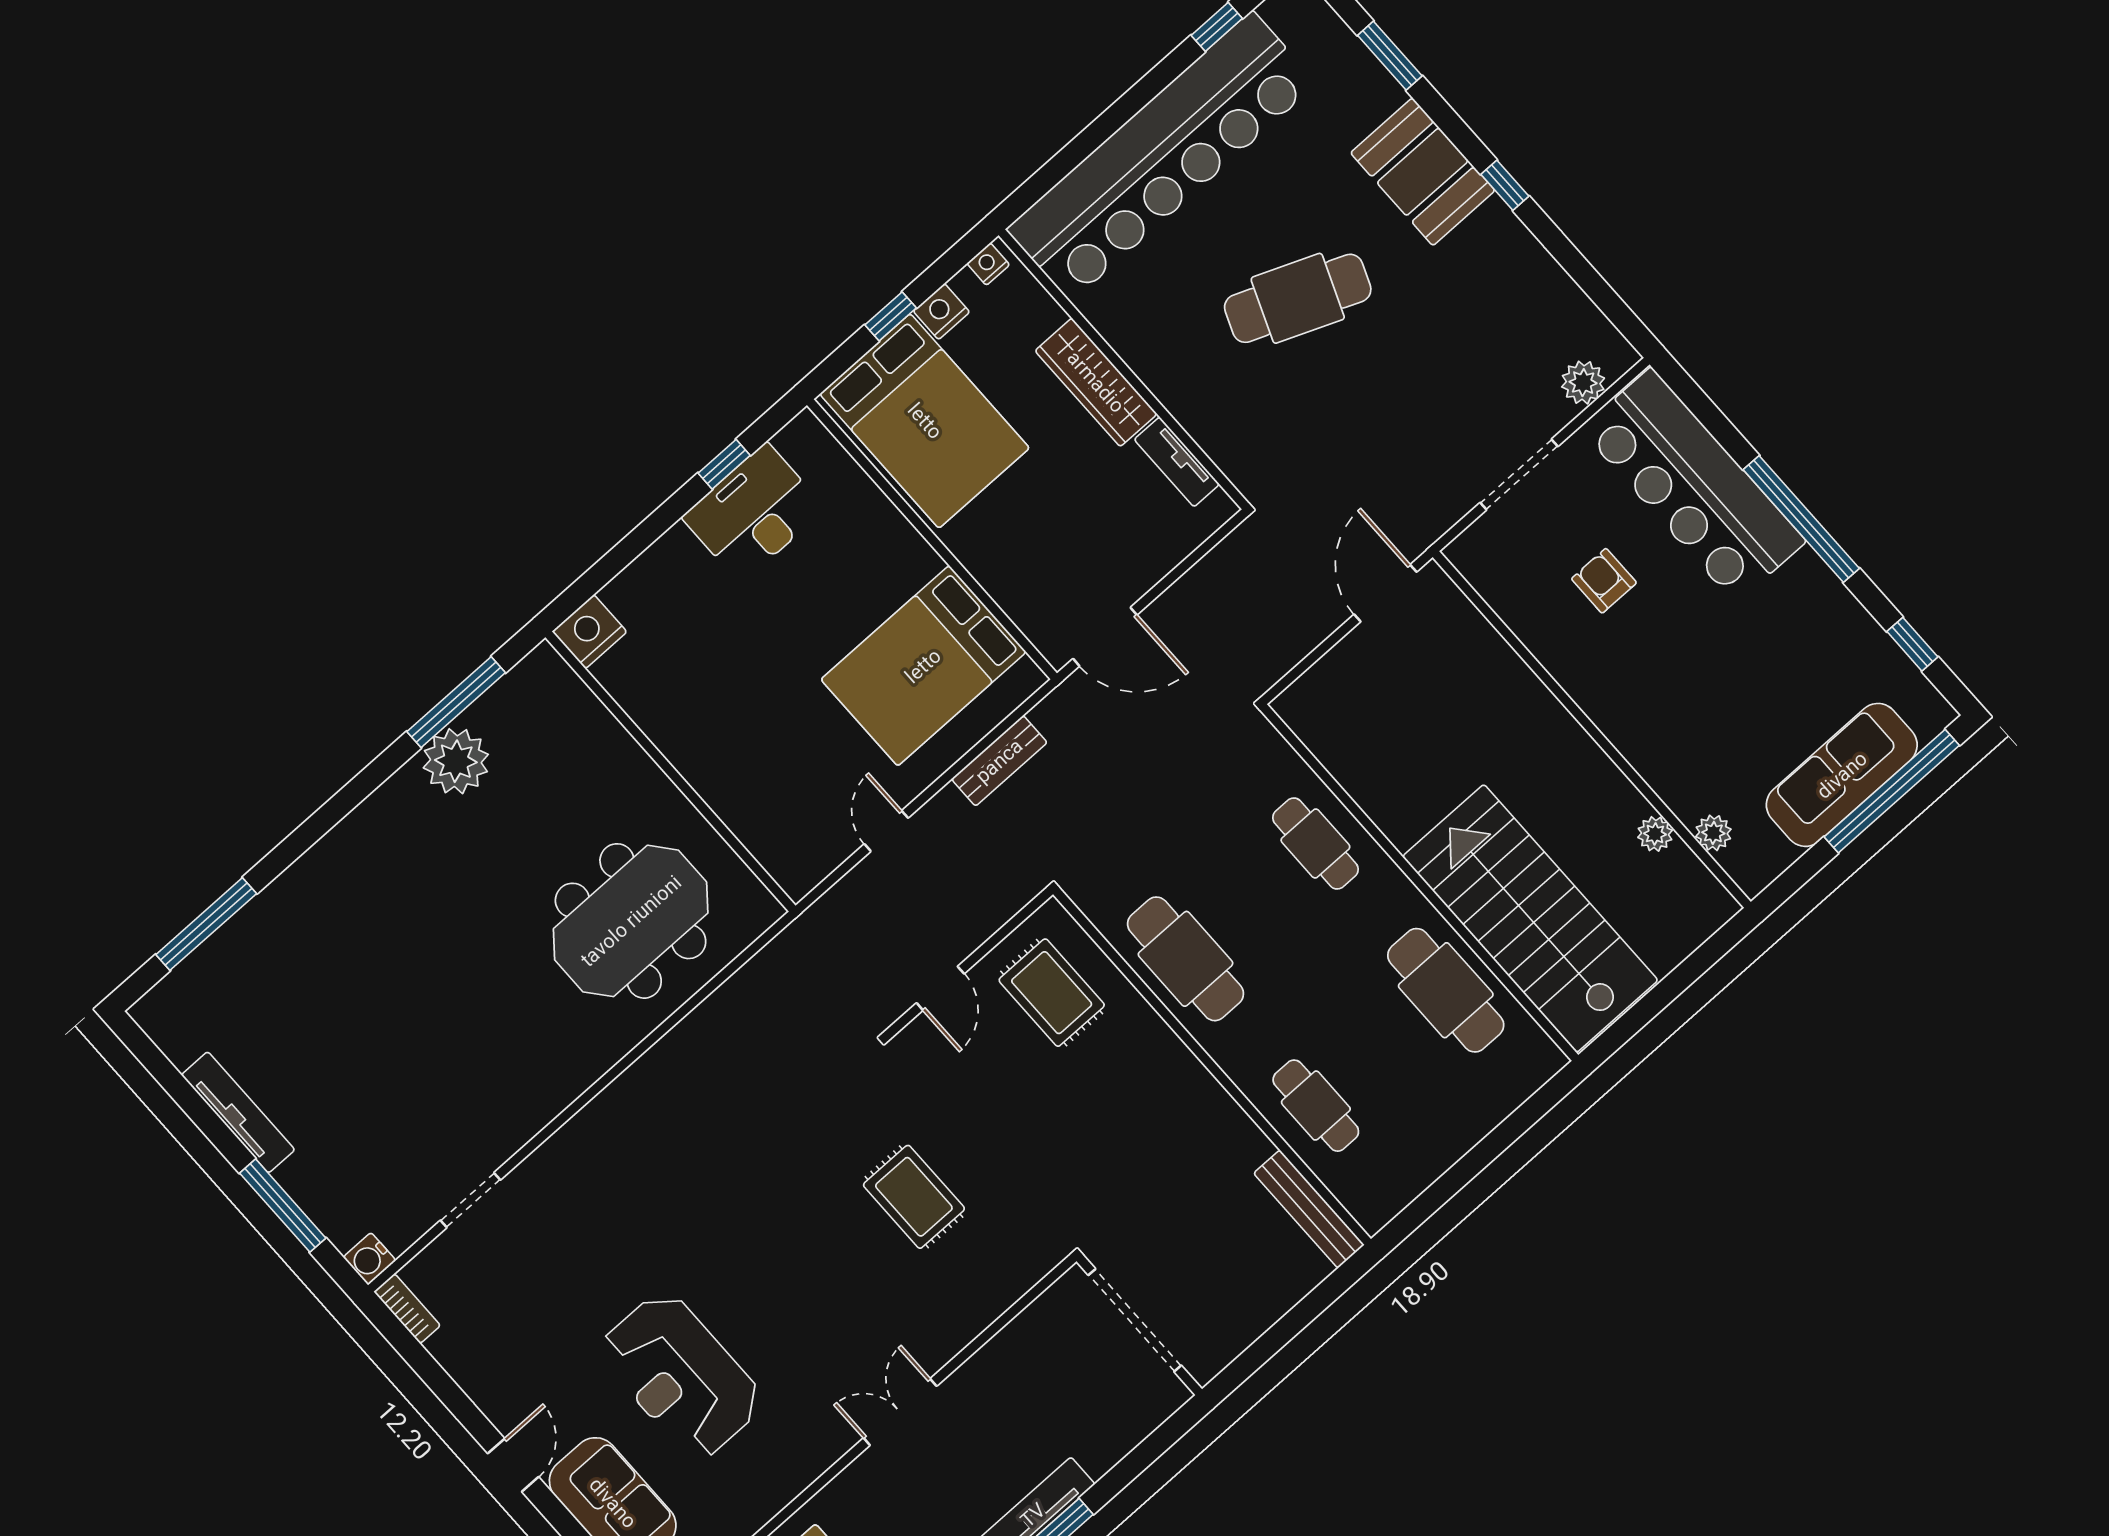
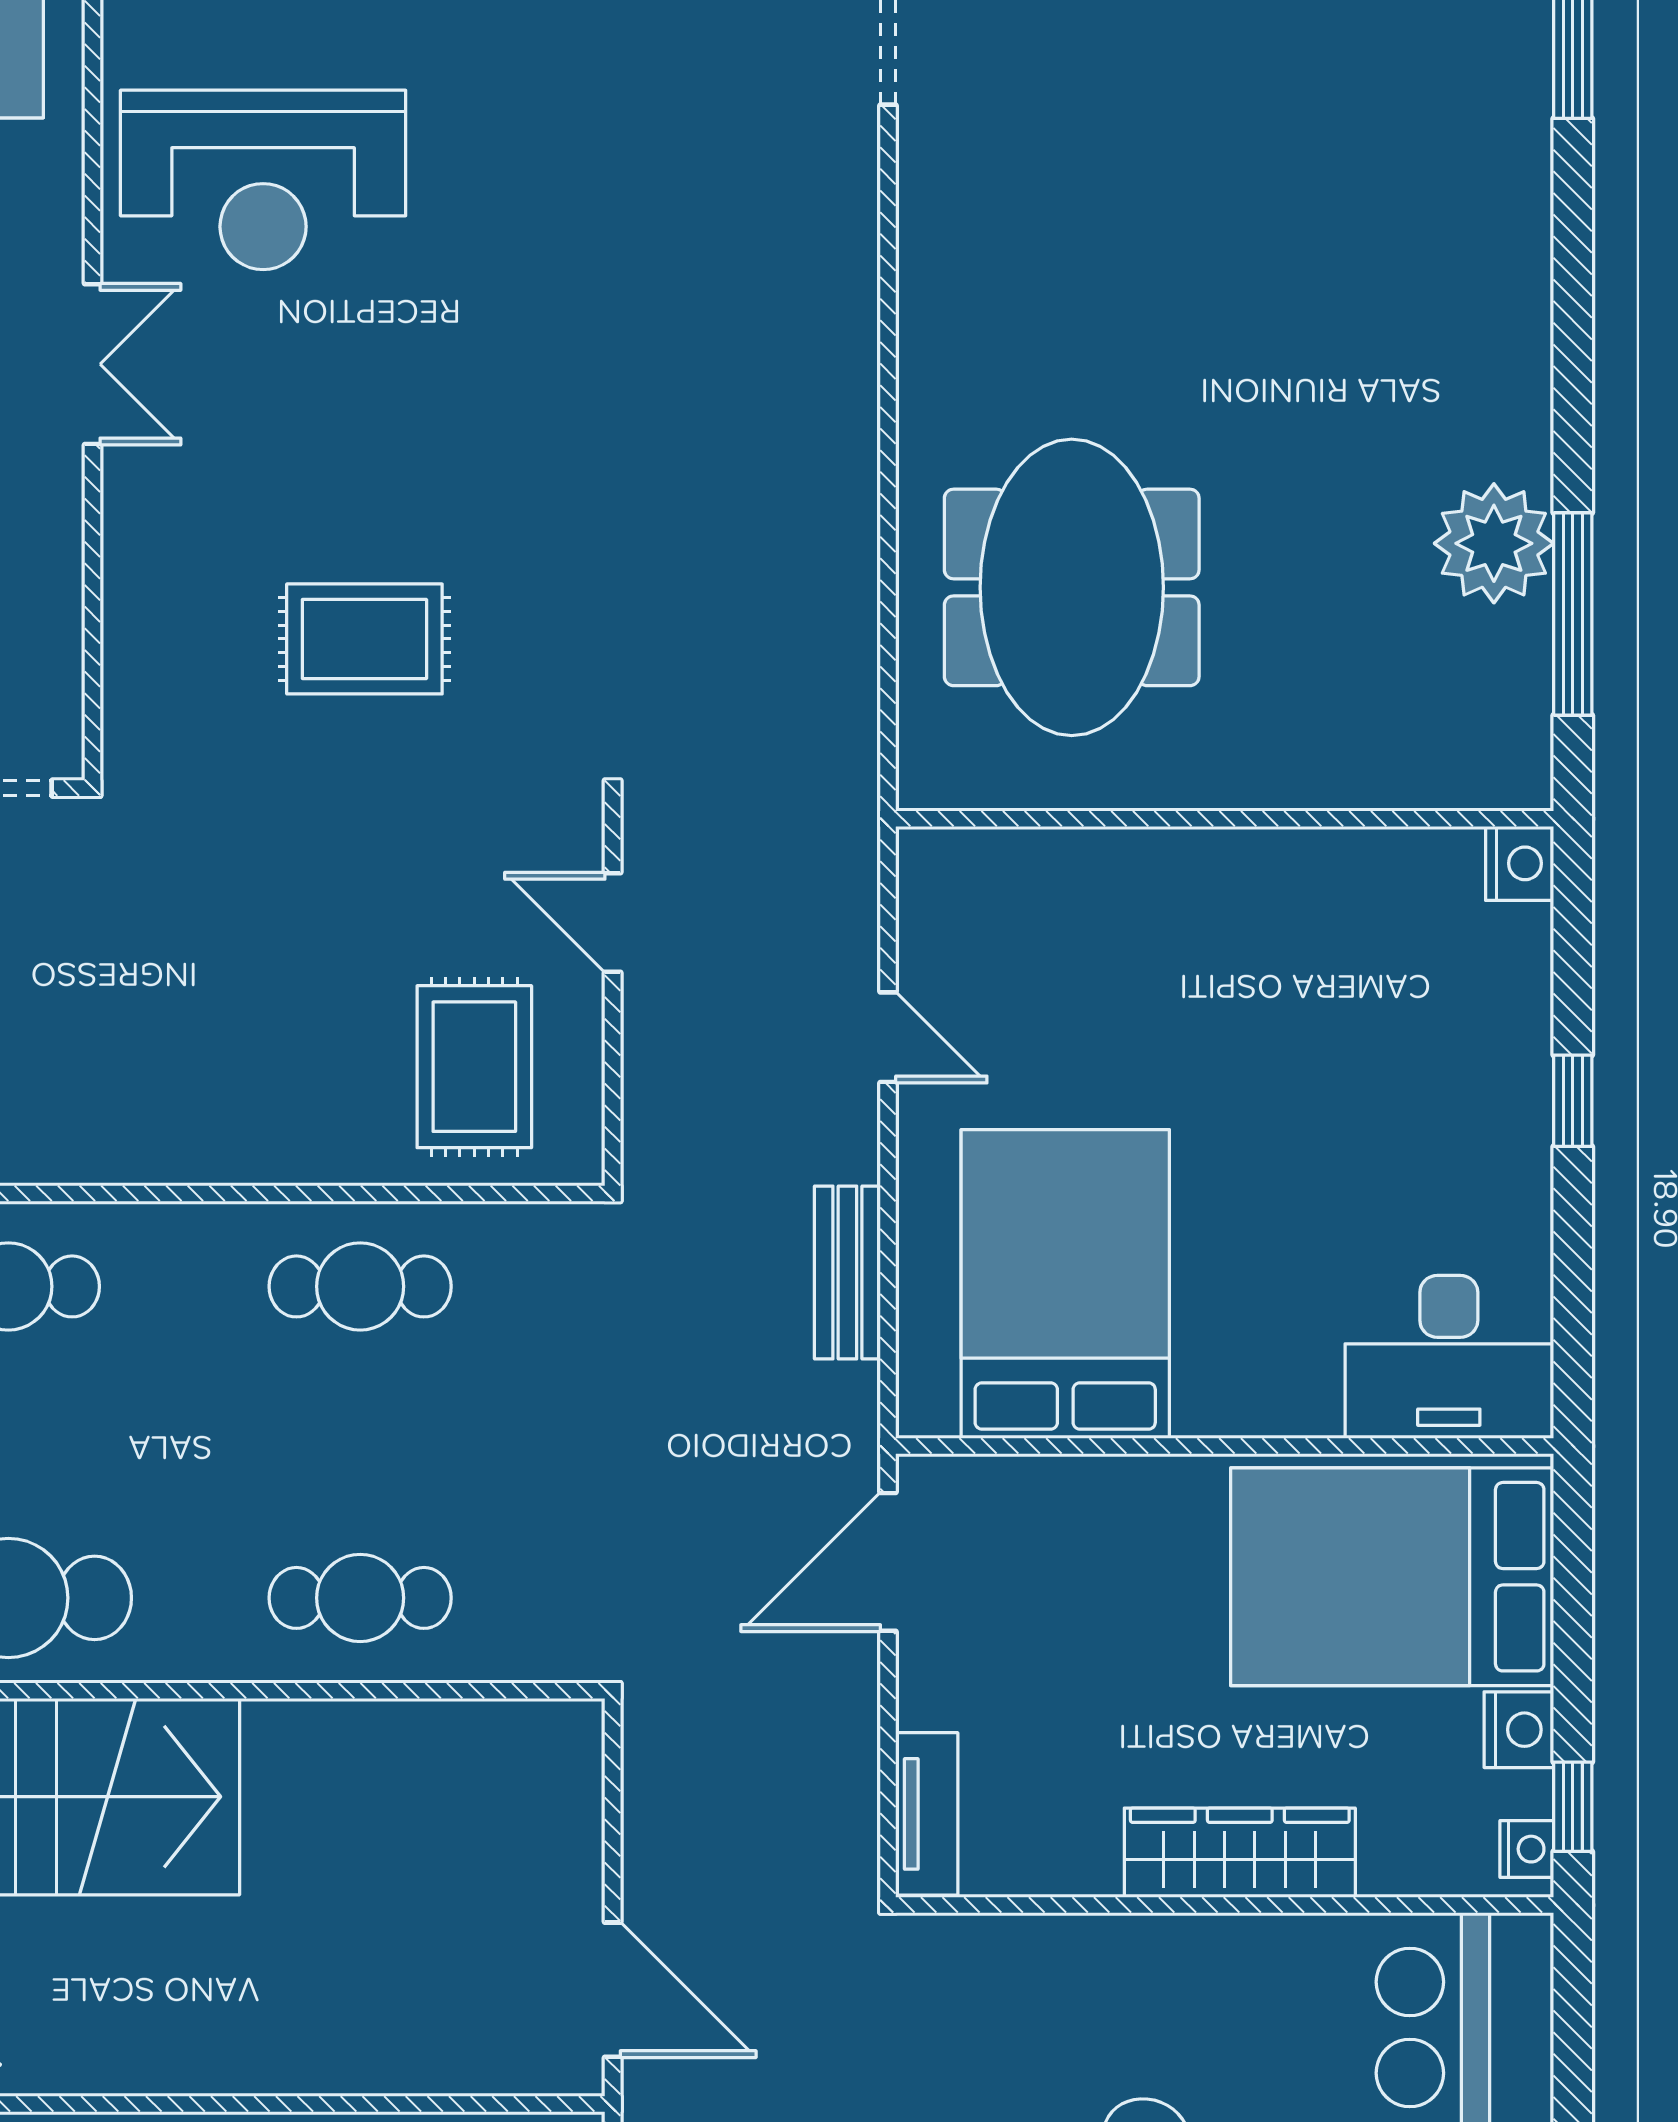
window: (891, 316) -> (1573, 1807), moved
tv unit: (1177, 462) -> (927, 1814), moved, turned 90
window: (724, 464) -> (1573, 1101), moved
desk: (754, 513) -> (1449, 1357), moved, turned 90
nightstand: (589, 632) -> (1520, 863), width x0.74, depth x0.75
cafe table: (1186, 959) -> (360, 1286), width x0.73, depth x0.74
rug: (1052, 993) -> (474, 1067), turned 90
reception desk: (681, 1376) -> (263, 180), moved, turned 180

